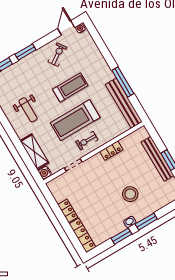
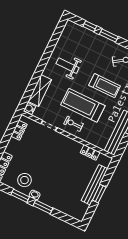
weight bench: (28, 110) -> (68, 66), turned 90
locker: (111, 151) -> (90, 152), moved
stool: (130, 194) -> (24, 180), moved
locker: (68, 211) -> (19, 130), moved

